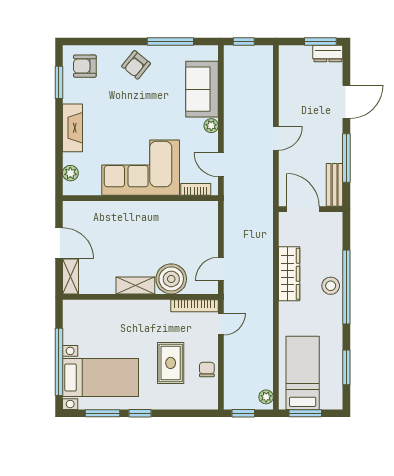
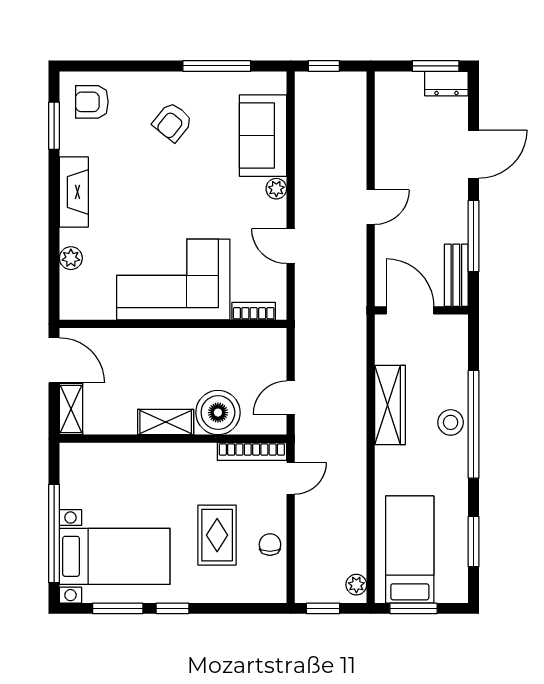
armchair: (136, 65) -> (173, 122), moved
corner sofa: (141, 168) -> (173, 279), moved
bookcase: (196, 189) -> (254, 311), moved
wall: (140, 198) -> (173, 324), moved

